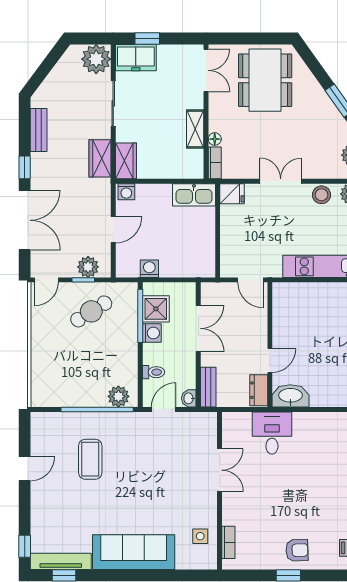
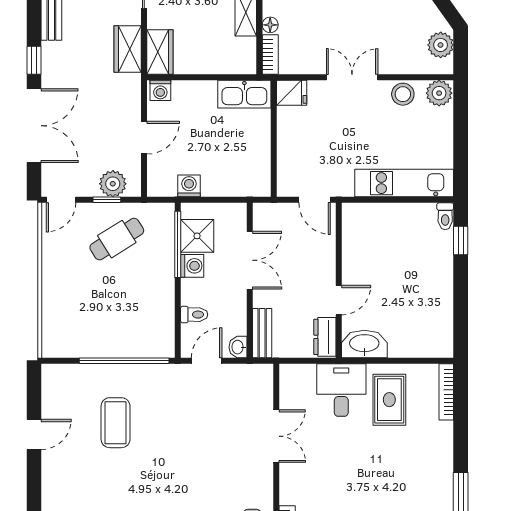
plant: (118, 396) -> (151, 345), removed
rug: (311, 441) -> (389, 400), added

